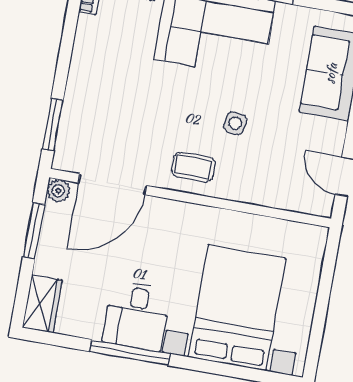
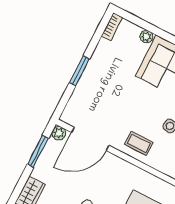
window: (53, 124) -> (79, 71), moved

